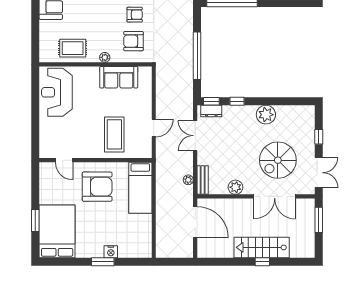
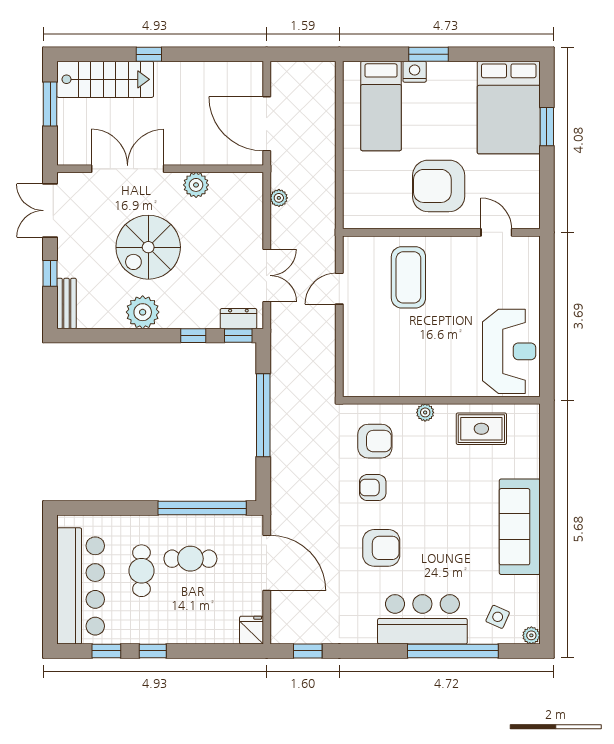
sofa: (119, 77) -> (401, 378), removed
spiral stairs: (278, 160) -> (148, 247), moved, turned 180
bench: (203, 180) -> (66, 303), moved
bed: (140, 188) -> (381, 106), moved, turned 180
window: (319, 220) -> (50, 104), moved
stairs: (262, 247) -> (105, 79), moved

